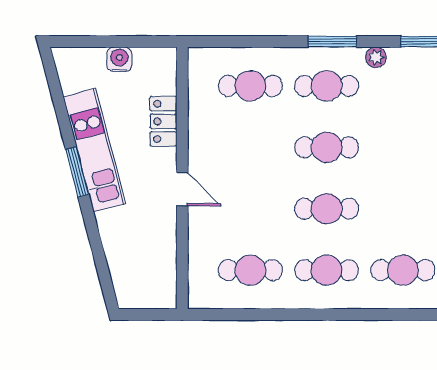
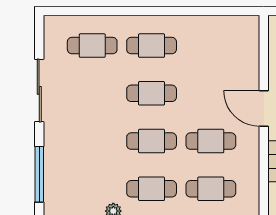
door: (182, 189) -> (264, 108), width x1.38
cafe table: (250, 270) -> (211, 141), moved

